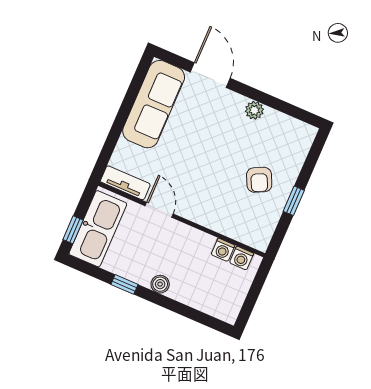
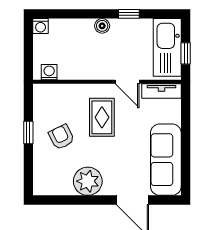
plant: (254, 110) -> (88, 181), width x1.88, depth x1.88
rug: (204, 182) -> (102, 117), added
window: (73, 230) -> (186, 53), moved
washing machine: (223, 250) -> (41, 26), moved, turned 180

